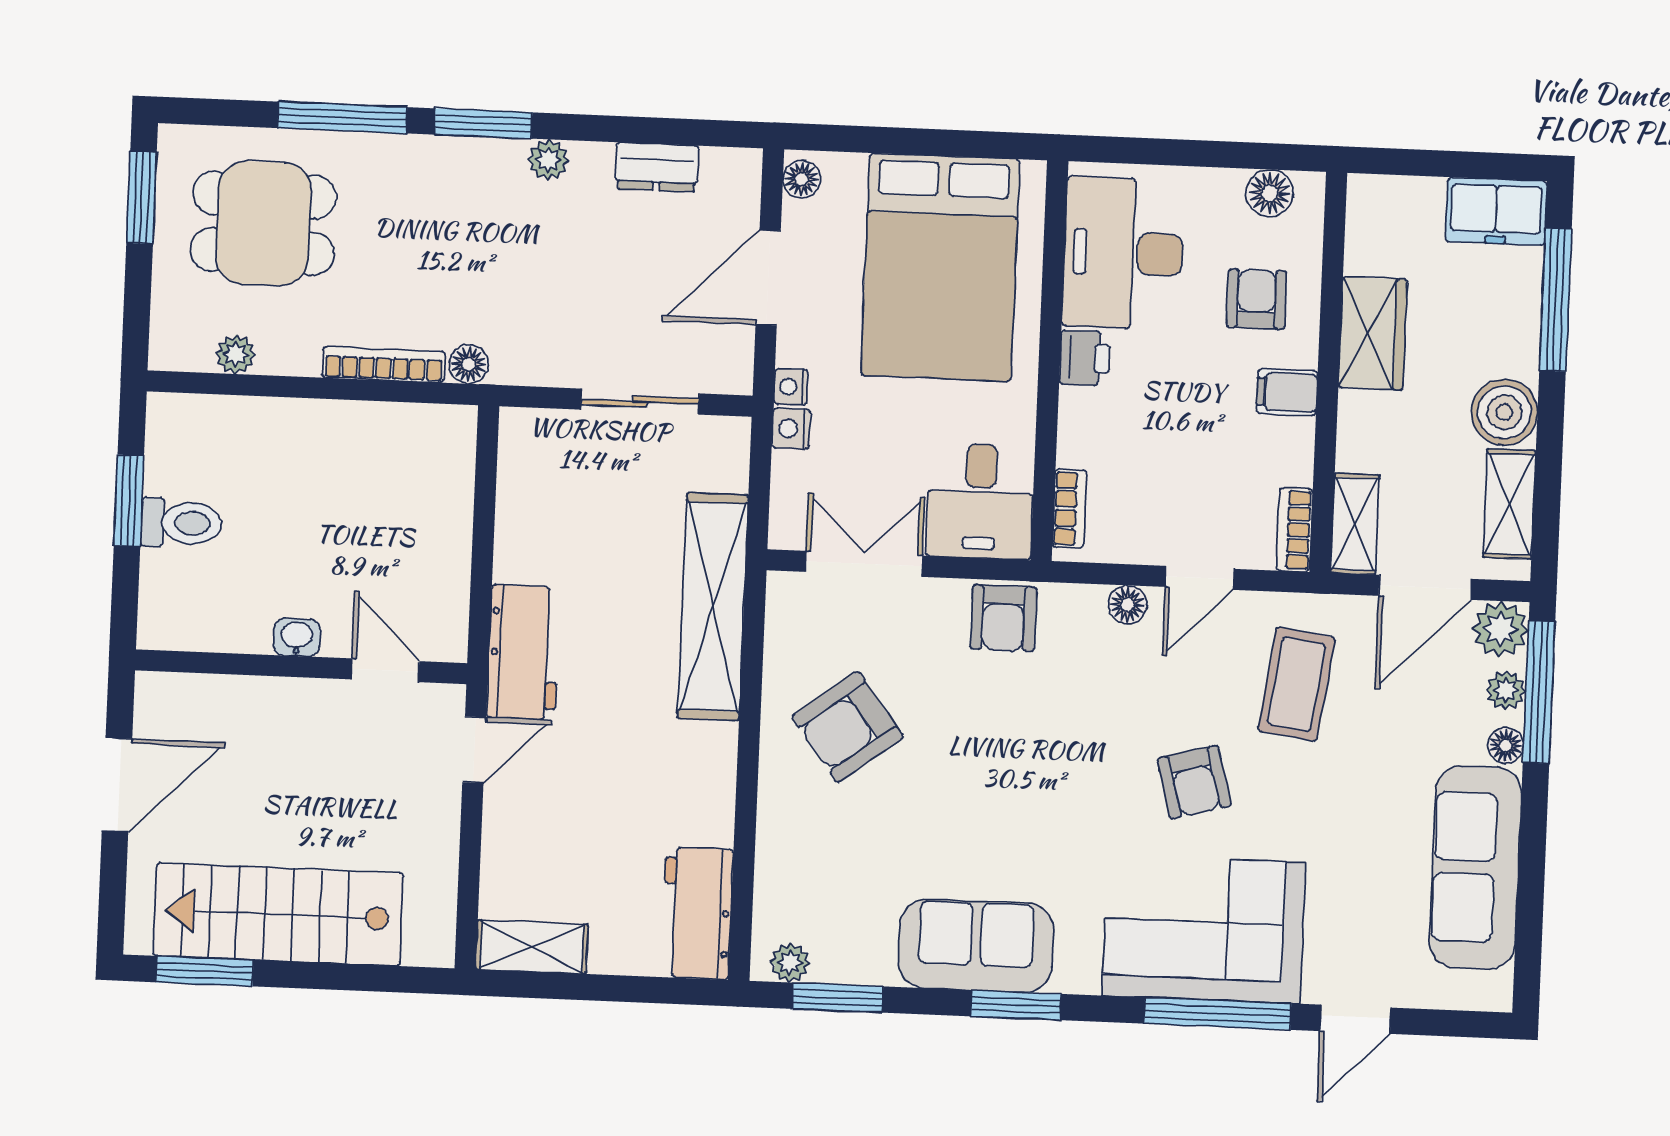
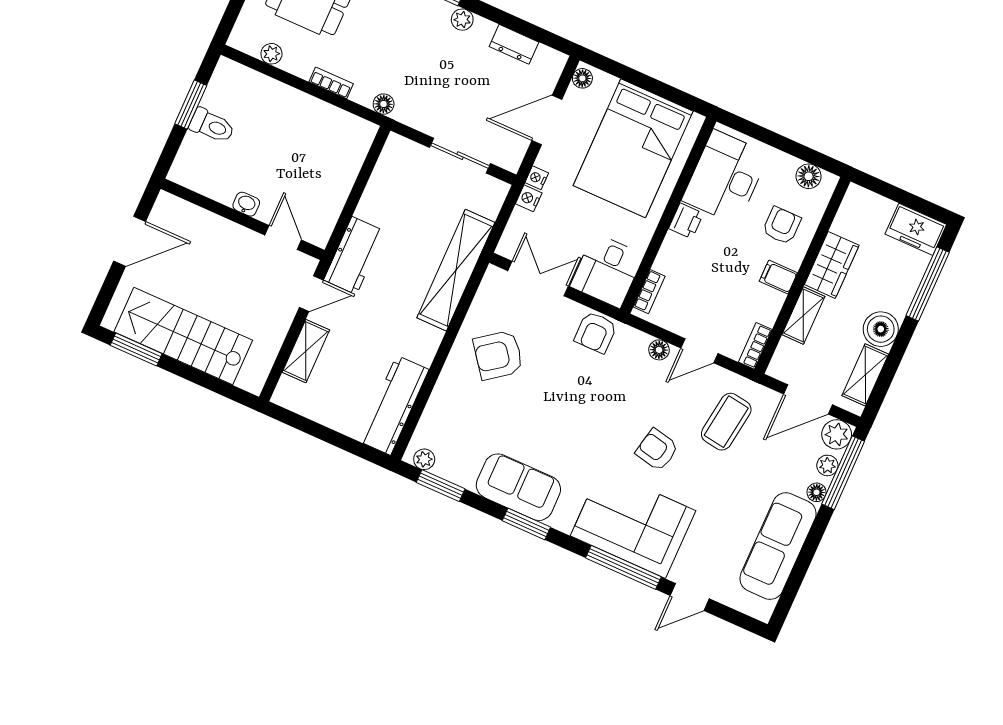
bookcase: (384, 365) -> (331, 83), width x0.64
shelving: (1355, 524) -> (803, 316), moved
armchair: (1194, 782) -> (657, 450), turned 117
workbench: (697, 913) -> (394, 405), width x1.38
shelving: (532, 947) -> (306, 351), moved, turned 90

